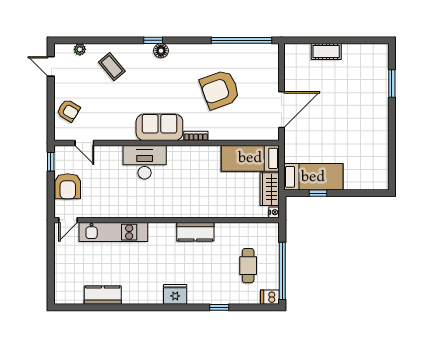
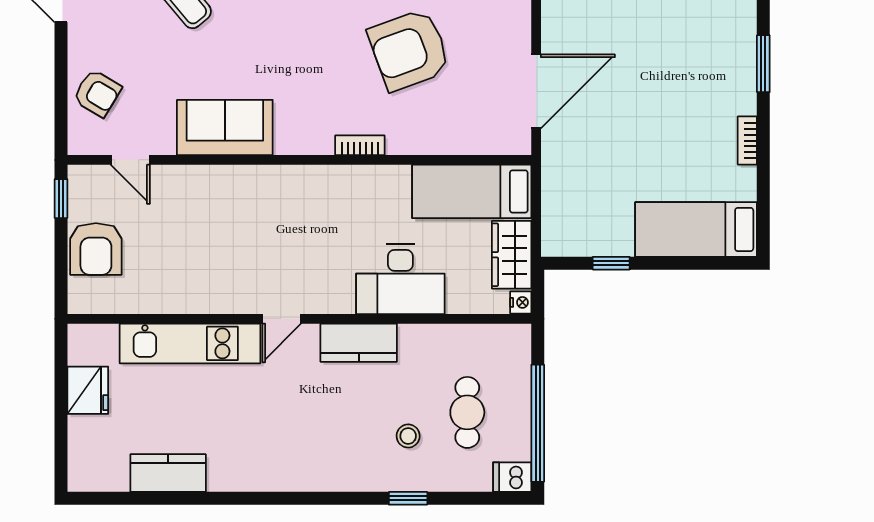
window: (392, 83) -> (763, 64), moved
sofa: (159, 127) -> (225, 127), moved
bookcase: (384, 134) -> (747, 141), added
desk: (145, 162) -> (400, 279), moved, turned 180
bed: (313, 177) -> (696, 229), moved, turned 180
door: (68, 220) -> (282, 319), moved
stool: (219, 277) -> (408, 436), added
fridge: (175, 294) -> (88, 390), moved, turned 90

